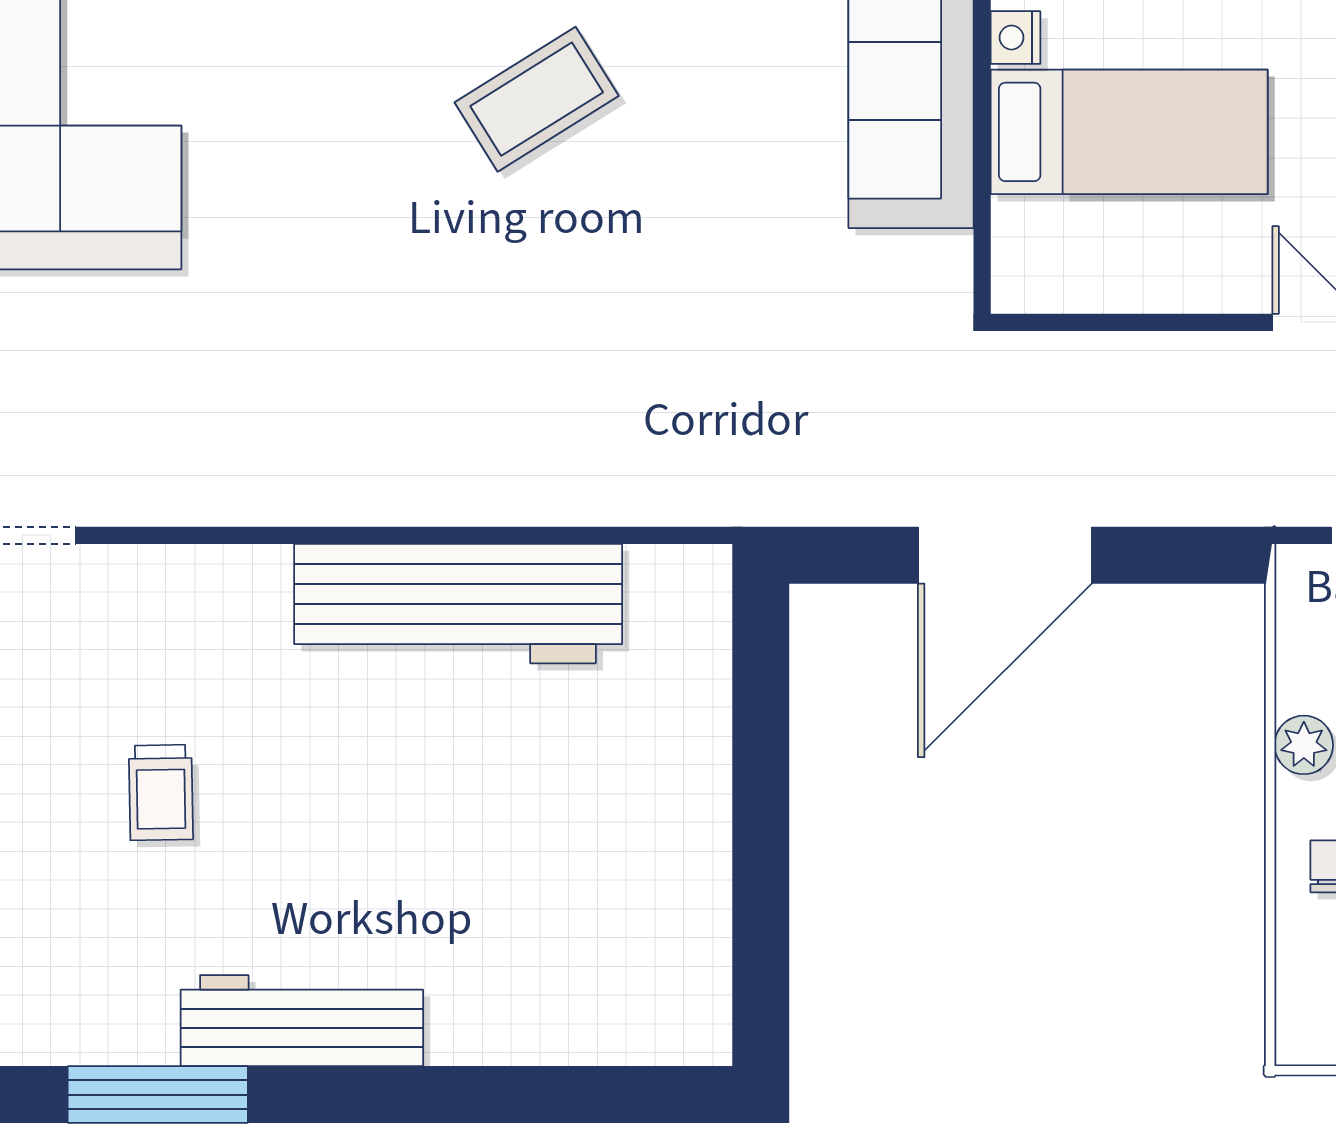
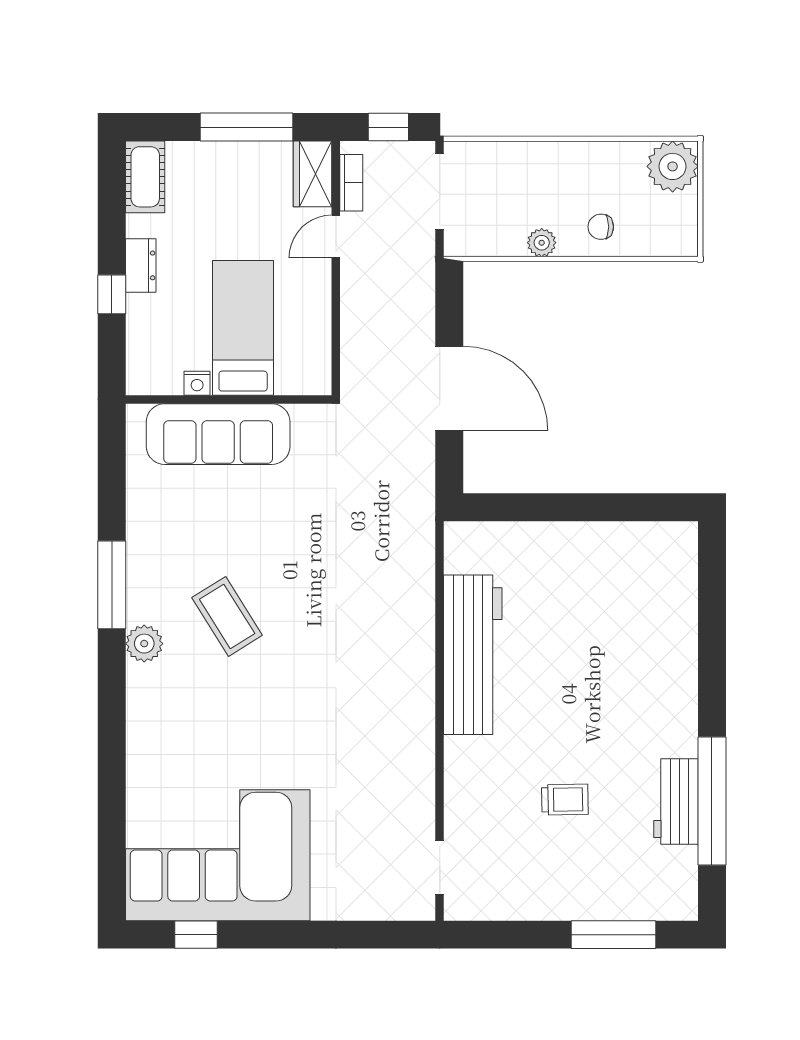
workbench: (302, 1021) -> (676, 802), moved, width x0.73
window: (158, 1095) -> (712, 801), width x1.46

